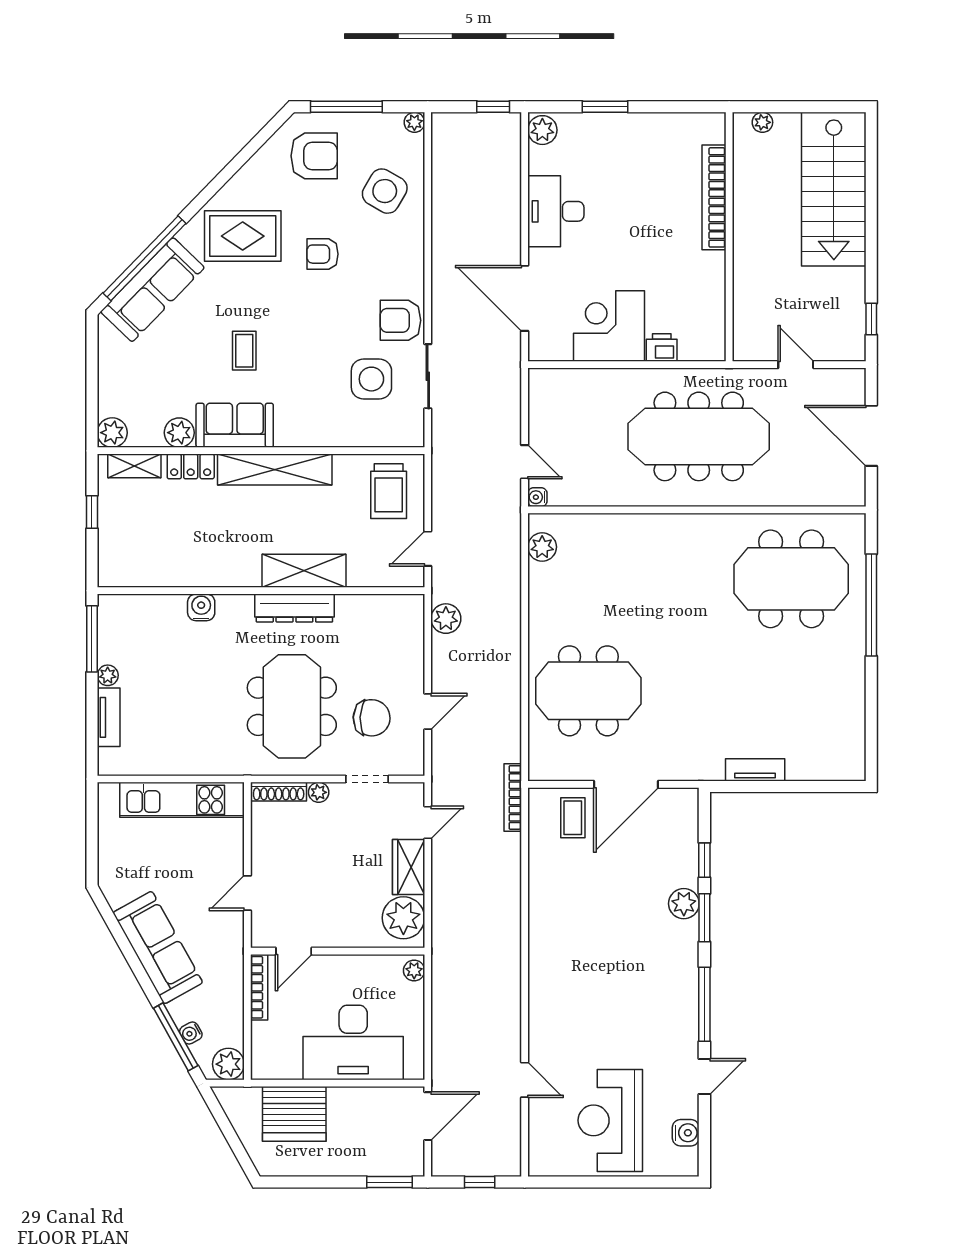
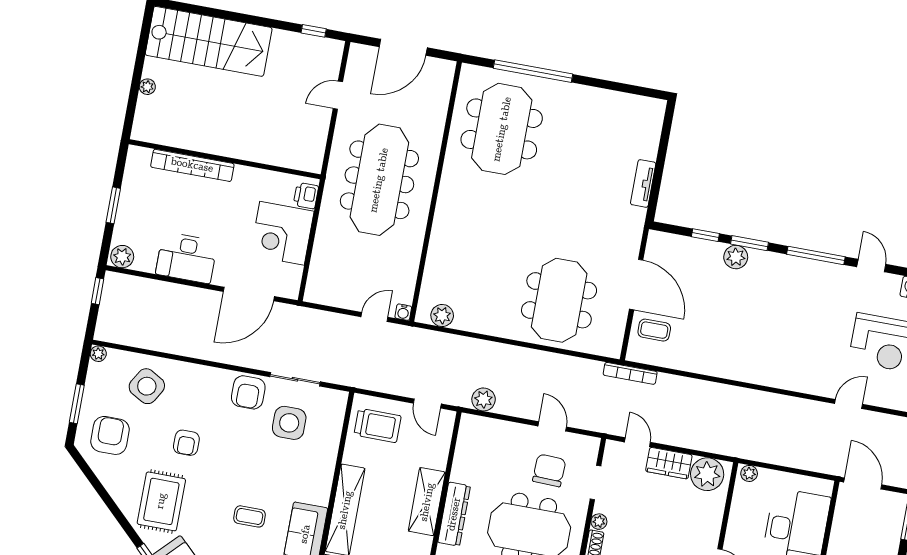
window: (346, 107) -> (77, 404), width x0.69
bookcase: (714, 197) -> (192, 165), moved
wall: (729, 237) -> (225, 159), moved

